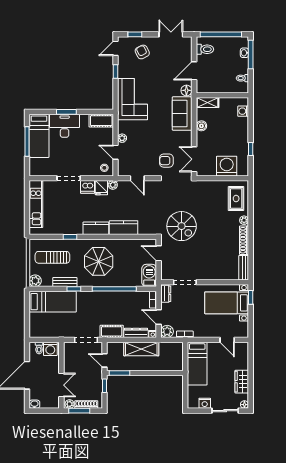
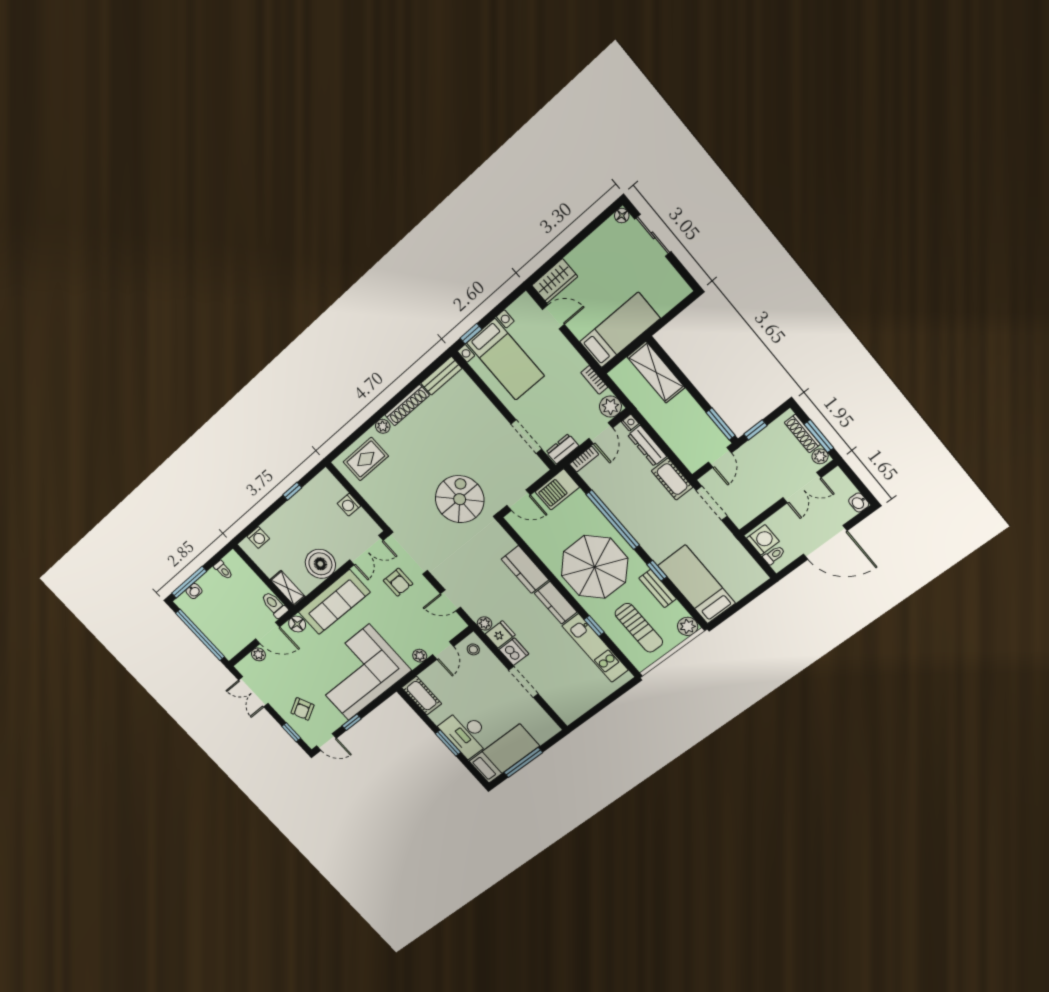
toilet: (205, 49) -> (274, 605), moved
plant: (187, 56) -> (258, 654), added
corner sofa: (133, 99) -> (359, 672), width x1.36, depth x1.36
sofa: (182, 114) -> (334, 602), width x1.36
boiler: (201, 126) -> (320, 564), width x1.86, depth x1.86
washing machine: (227, 166) -> (349, 505), width x0.53, depth x0.53
door: (137, 178) -> (450, 600), swing flipped
kitchen unit: (36, 204) -> (595, 648), moved, turned -90
door: (159, 253) -> (519, 500), hinge flipped
parasol: (99, 261) -> (595, 567), width x1.36, depth x1.36
door: (227, 340) -> (553, 317), hinge flipped
shelving: (141, 349) -> (656, 372), moved
wardrobe: (242, 382) -> (555, 281), moved
double door: (61, 385) -> (802, 488), swing flipped
nightstand: (205, 403) -> (666, 273), removed

